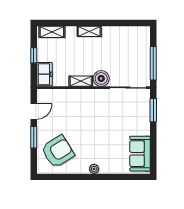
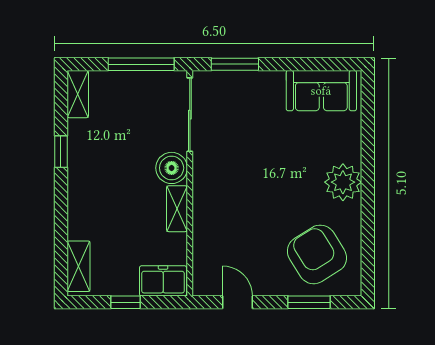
window: (109, 23) -> (61, 152), added
shelving: (89, 31) -> (78, 94), moved
window: (34, 137) -> (309, 302), moved
plant: (94, 169) -> (343, 182), width x1.87, depth x1.87

